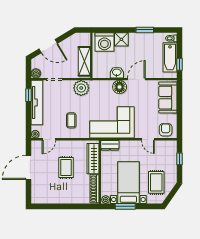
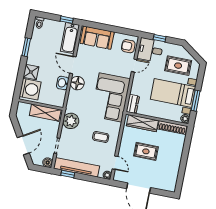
bathtub: (170, 57) -> (70, 38), moved, turned 90
desk: (166, 152) -> (150, 50), added

